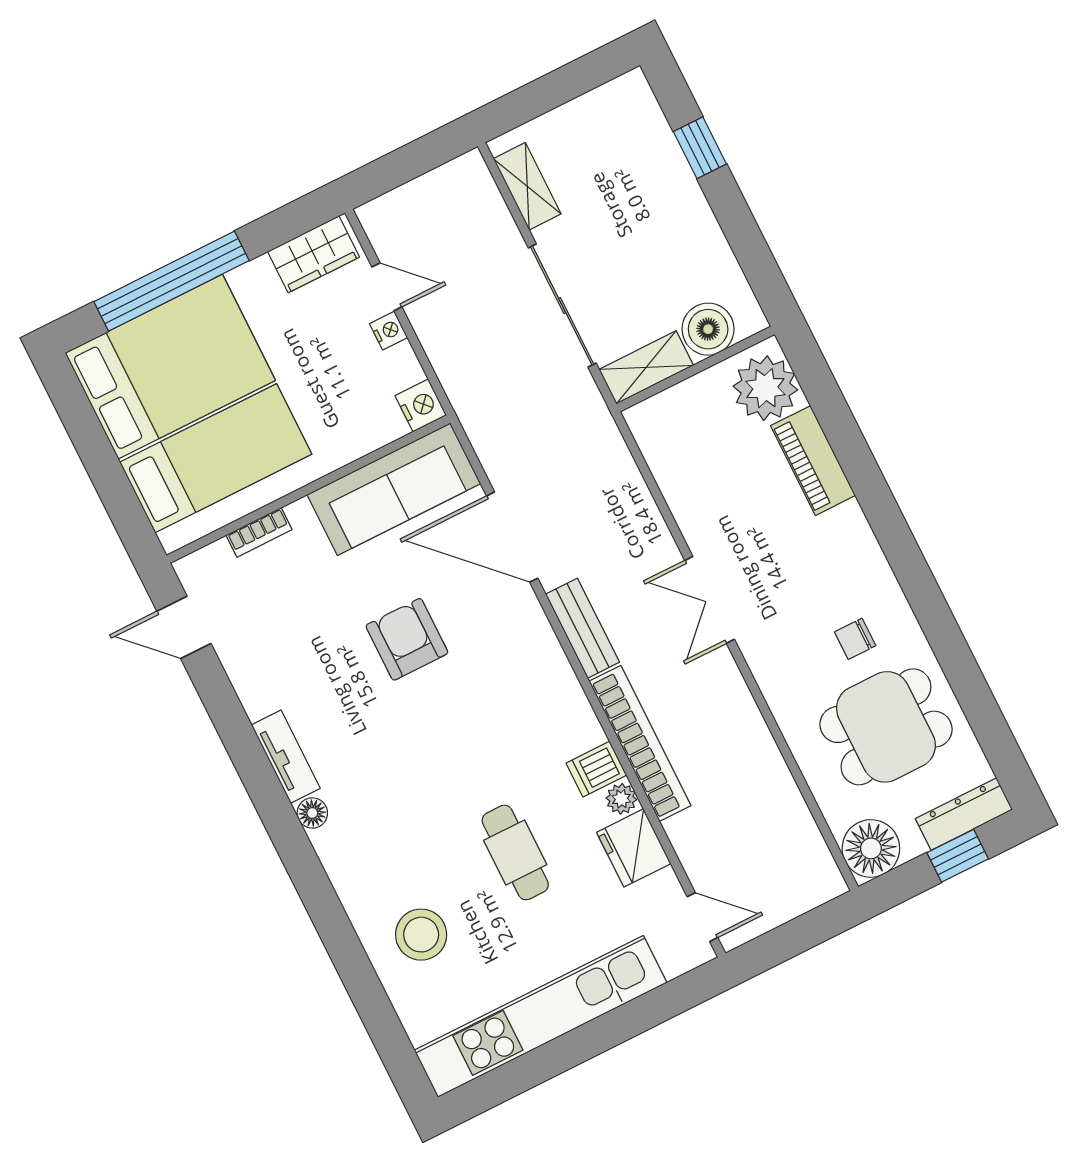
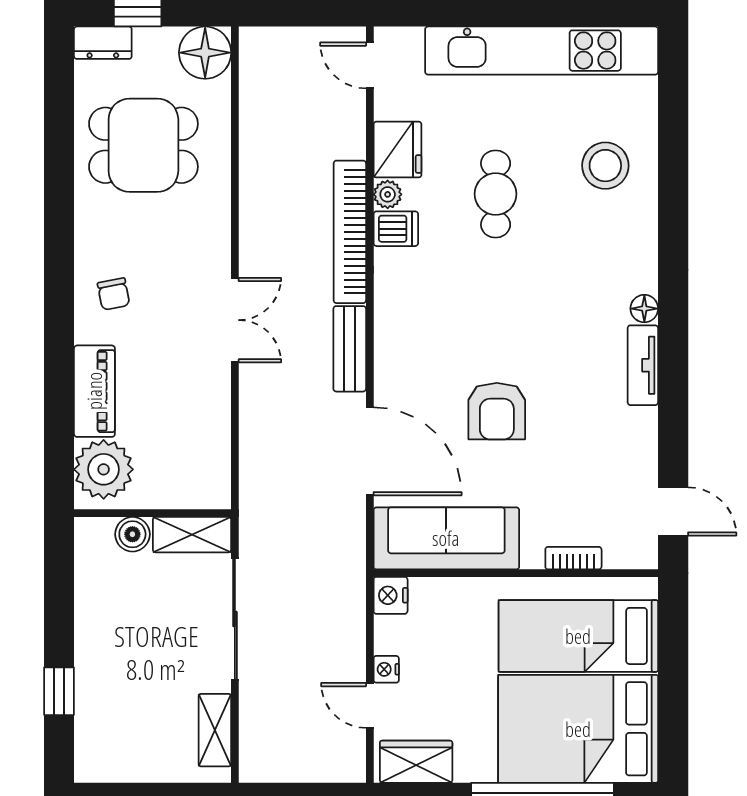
boiler: (708, 329) -> (132, 534), width x0.73, depth x0.73
chair: (855, 639) -> (114, 294), moved, turned 79
dresser: (964, 814) -> (103, 43), width x0.70

